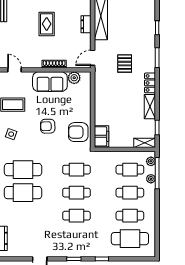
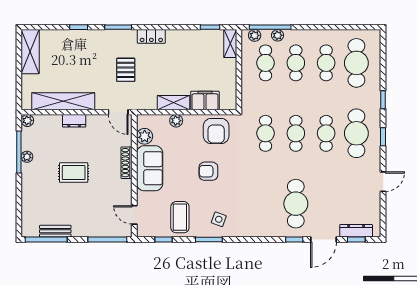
pallet: (125, 64) -> (126, 70), turned 90
door: (15, 70) -> (134, 215), hinge flipped
plant: (86, 102) -> (176, 121), added
shelving: (150, 107) -> (174, 103), moved
armchair: (48, 126) -> (208, 171), turned 91
filing cabinet: (101, 136) -> (205, 100), moved
cafe table: (23, 170) -> (356, 133), moved

